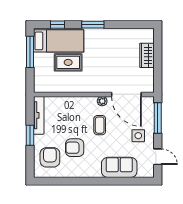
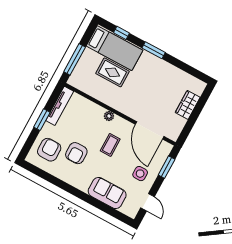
window: (30, 52) -> (75, 59), moved
plant: (102, 101) -> (109, 116), moved
window: (158, 118) -> (167, 167), width x0.69
armchair: (75, 148) -> (76, 153), turned -90

